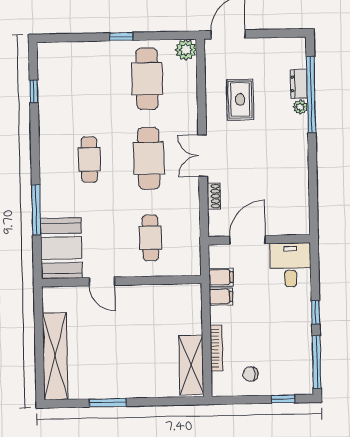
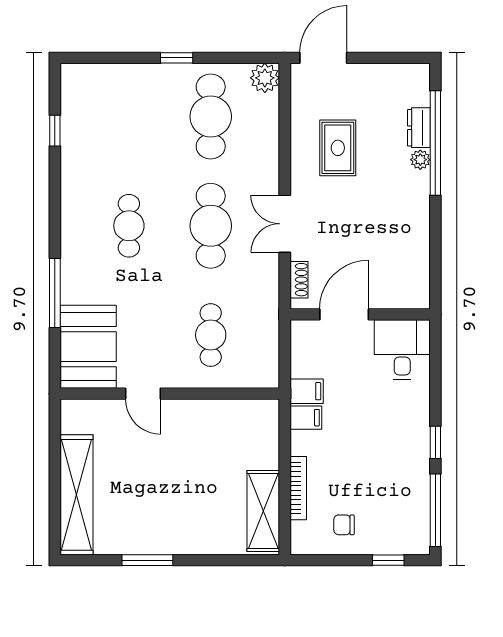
door: (248, 240) -> (344, 314), moved
wall: (259, 240) -> (360, 314), moved
desk: (290, 265) -> (402, 350), moved

